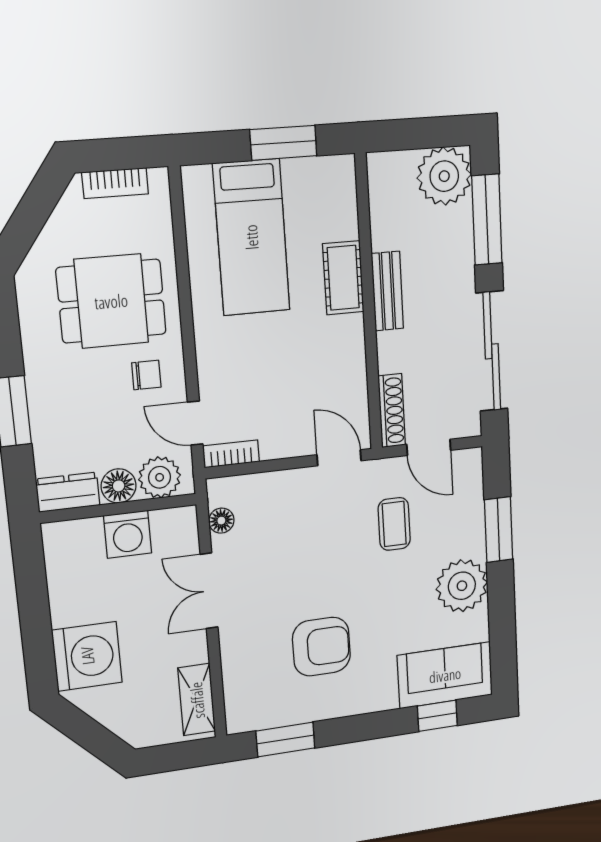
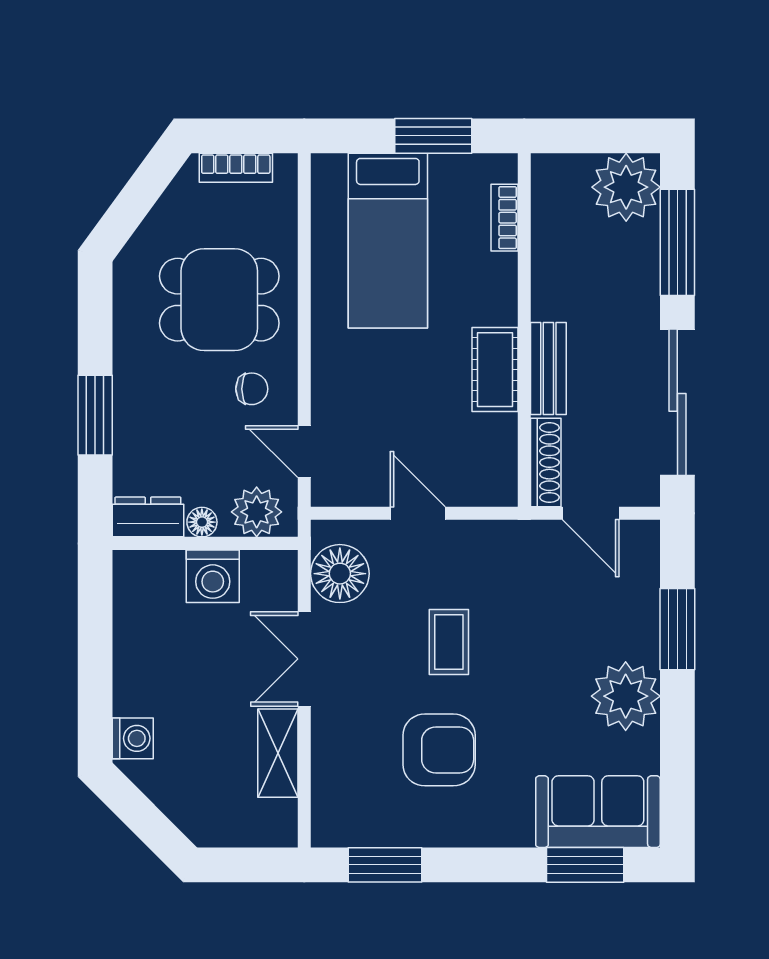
cot: (343, 278) -> (495, 370), moved
bench: (387, 291) -> (548, 369), moved
bookcase: (231, 454) -> (504, 218), moved, turned -90
door: (339, 458) -> (418, 513), moved
floor lamp: (119, 486) -> (202, 522), width x0.73, depth x0.73
floor lamp: (221, 521) -> (340, 574), width x1.89, depth x1.89
coffee table: (394, 524) -> (449, 642), moved
washing machine: (87, 656) -> (133, 738), width x0.53, depth x0.53
shelving: (197, 700) -> (278, 753), moved
window: (437, 716) -> (585, 865), width x1.50

